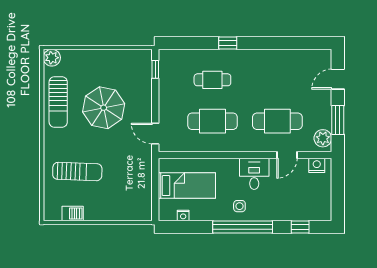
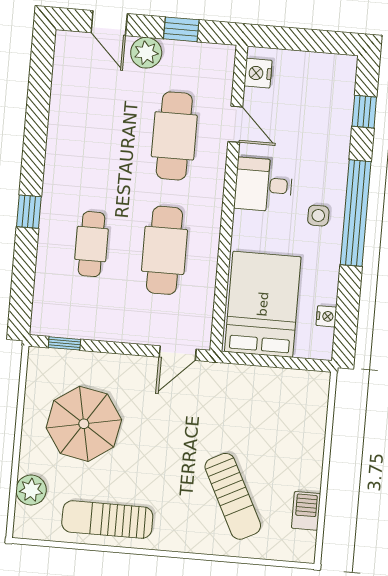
plant: (52, 58) -> (31, 490), moved
sun lounger: (58, 102) -> (107, 520), turned 180
parasol: (104, 108) -> (84, 424), moved
window: (338, 120) -> (181, 29), width x0.67
plant: (323, 138) -> (146, 53), moved
sun lounger: (77, 172) -> (233, 496), turned 151
bed: (187, 186) -> (263, 304), width x1.50

